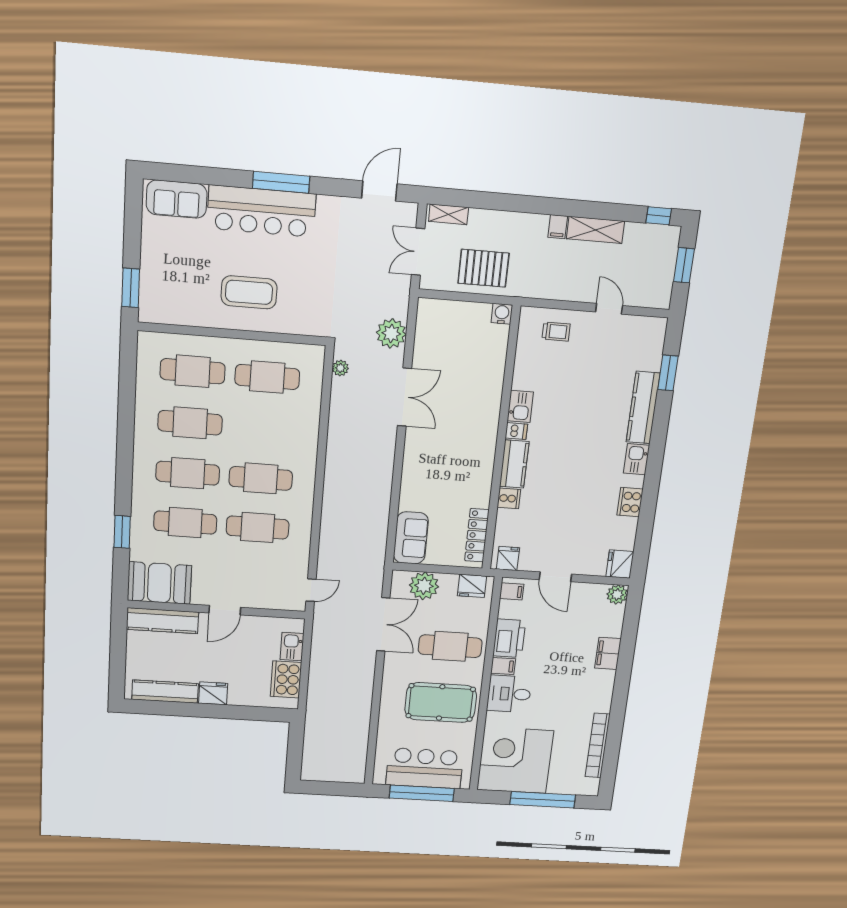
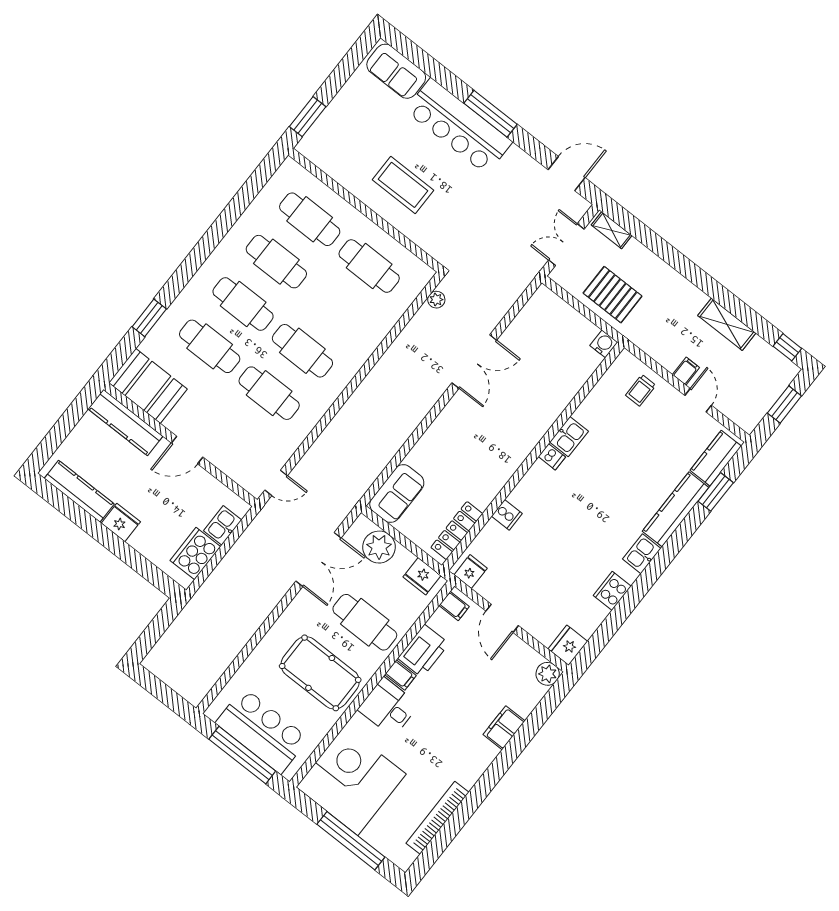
filing cabinet: (558, 227) -> (686, 371), moved, turned 180
trolley: (556, 332) -> (641, 390), turned 90
plant: (391, 333) -> (499, 299), removed
kitchen counter: (514, 464) -> (716, 458), moved, turned 180

